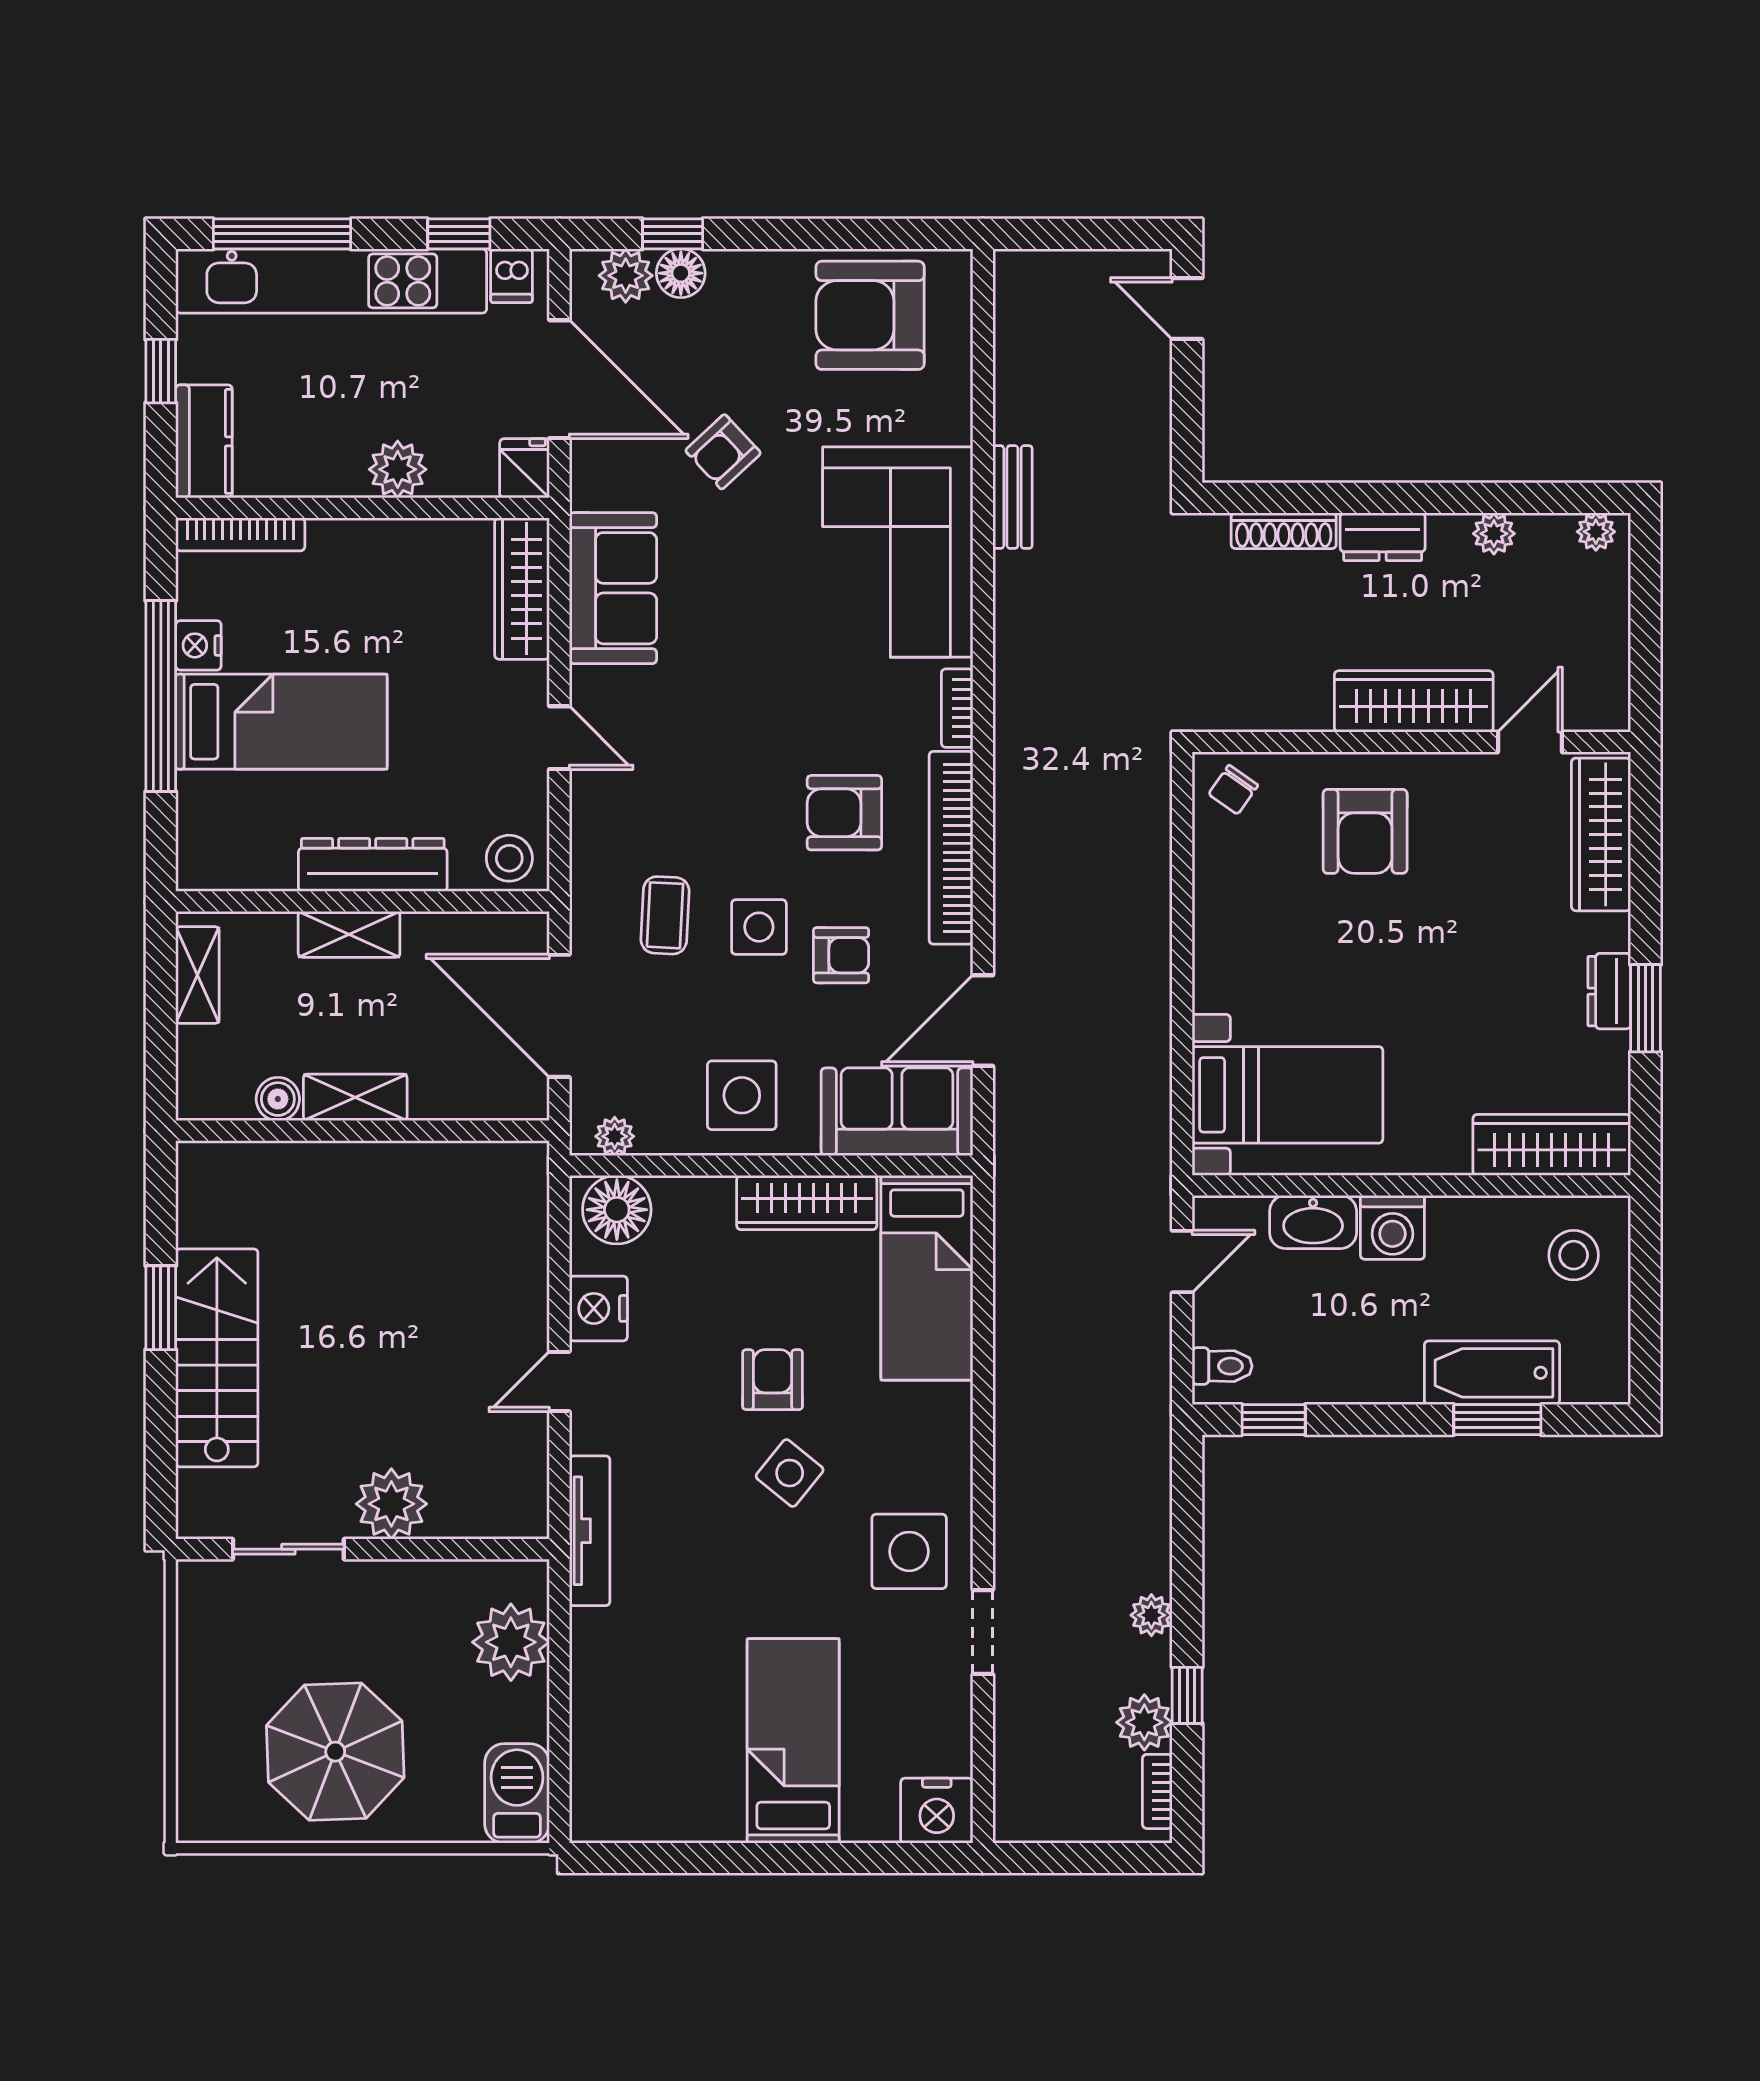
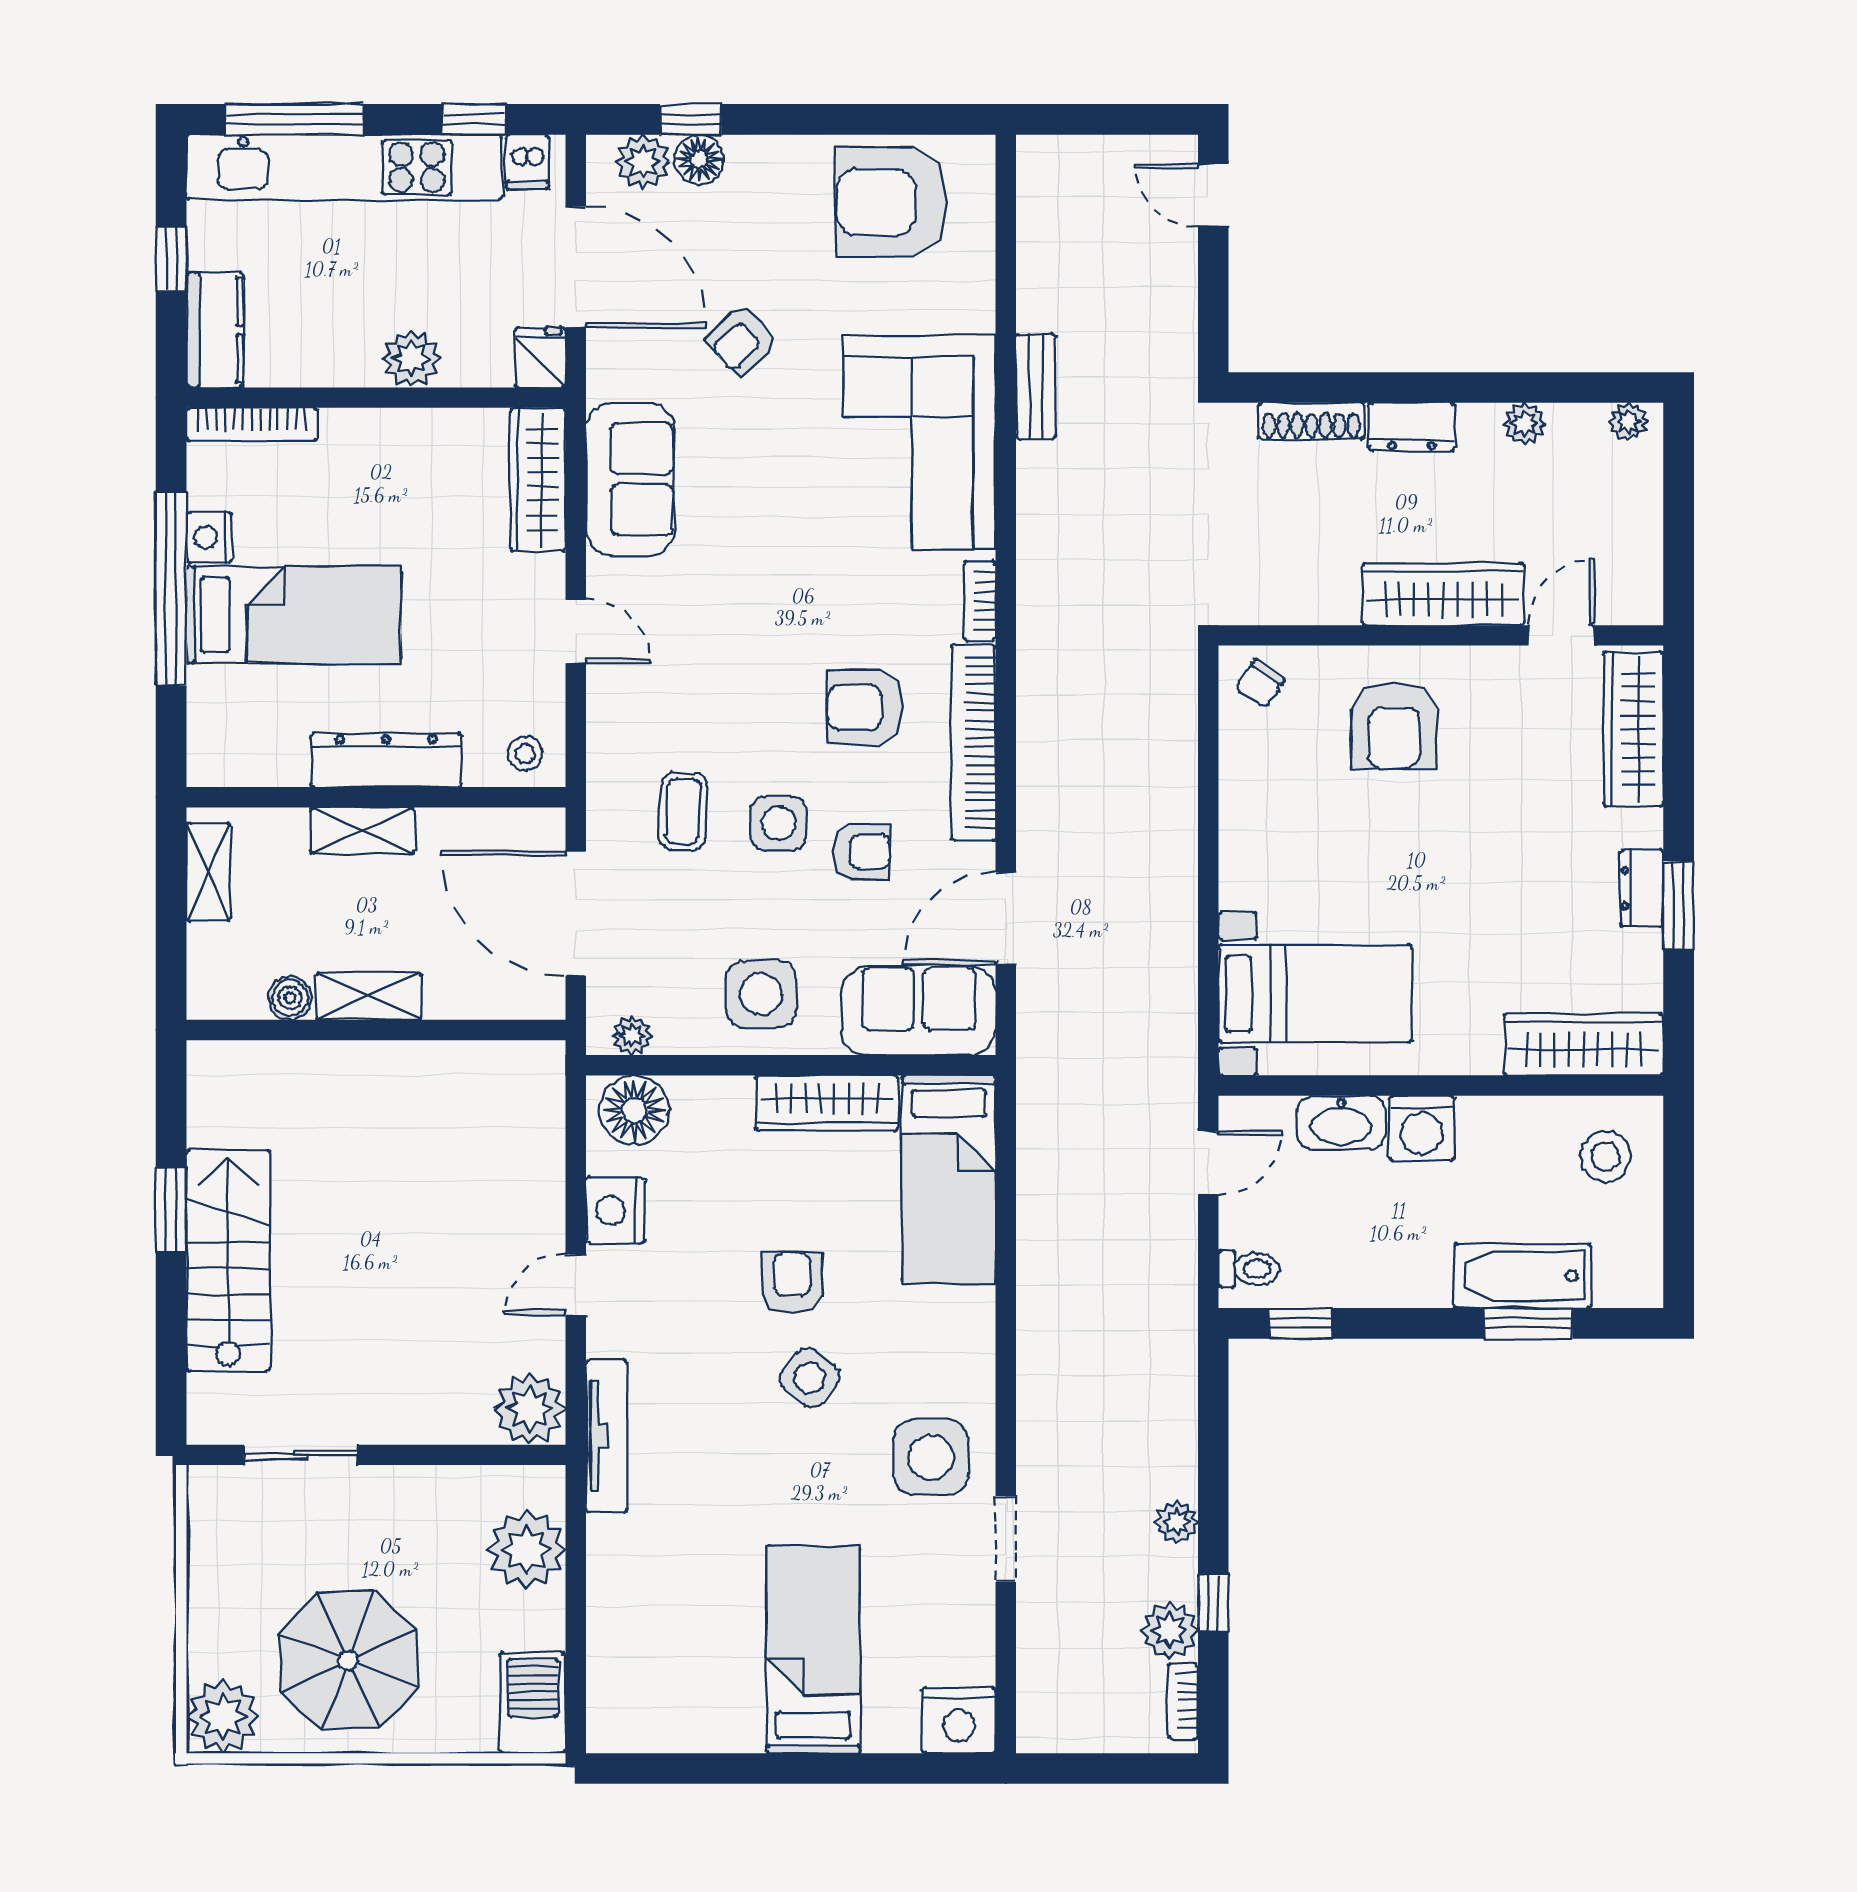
stool: (509, 858) -> (525, 753), width x0.73, depth x0.73
plant: (391, 1504) -> (530, 1409), moved
plant: (212, 1807) -> (223, 1716), added

